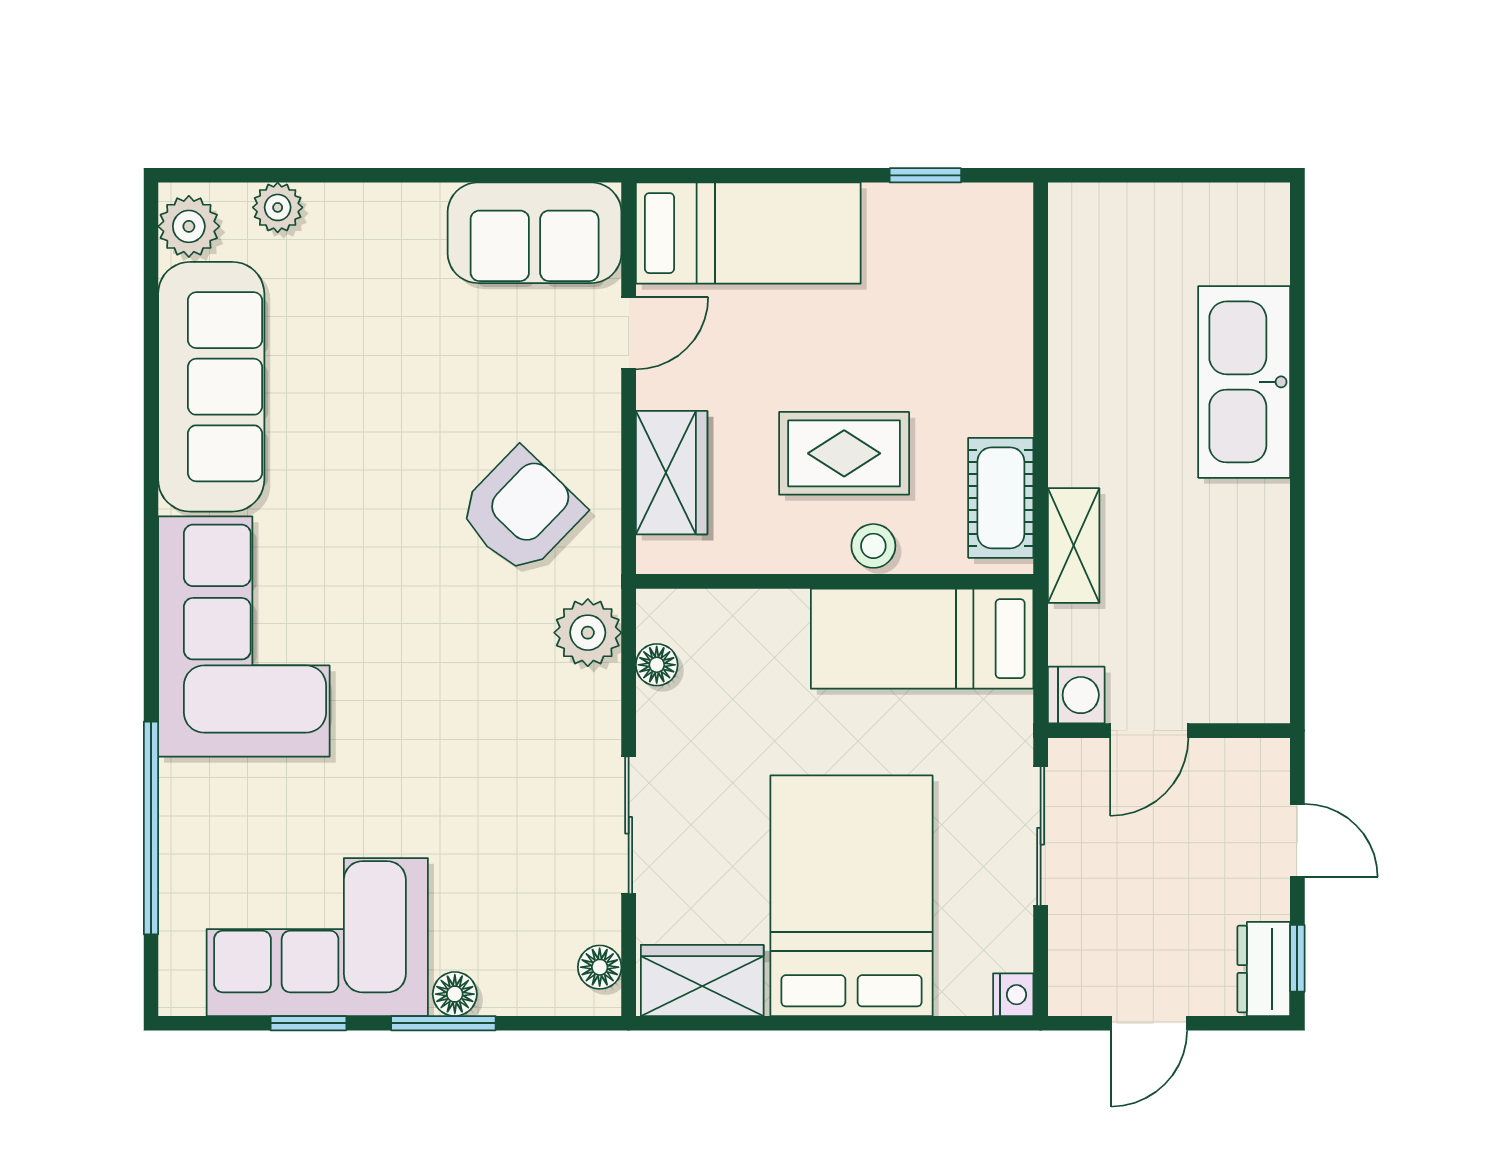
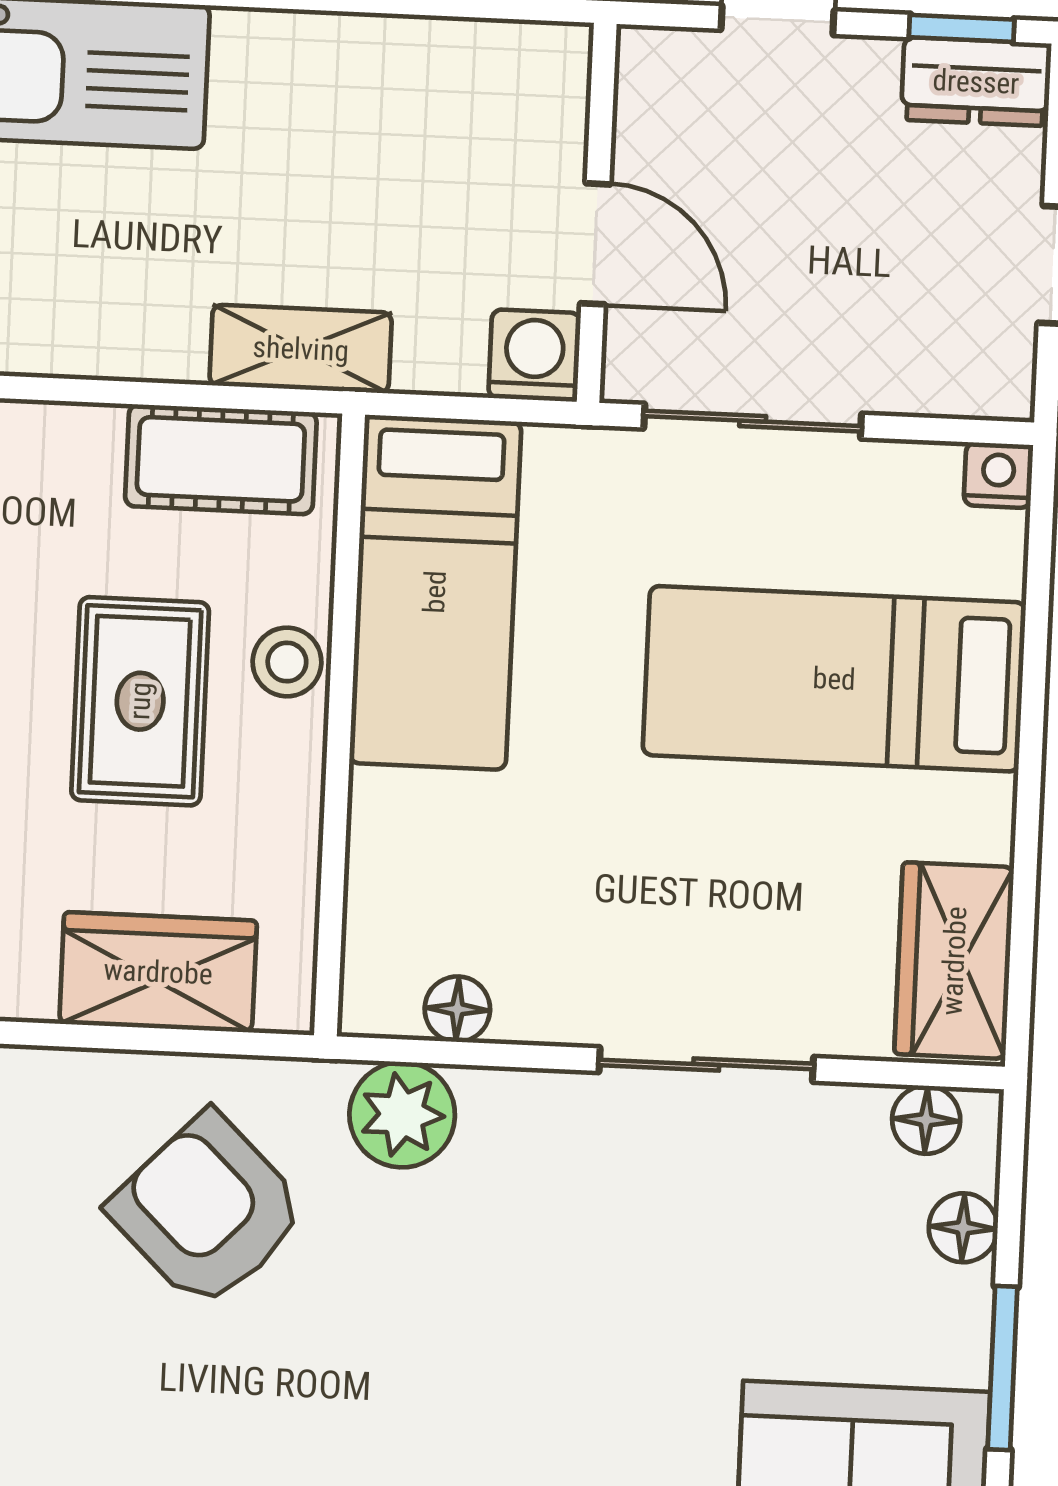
bed: (851, 896) -> (834, 679), width x0.67
floor lamp: (455, 994) -> (963, 1228), moved

